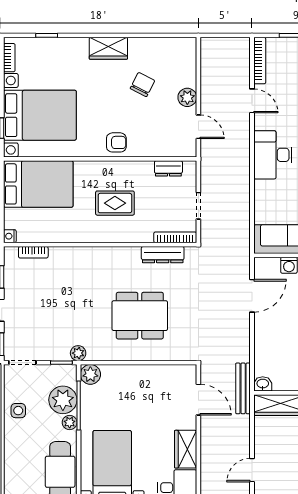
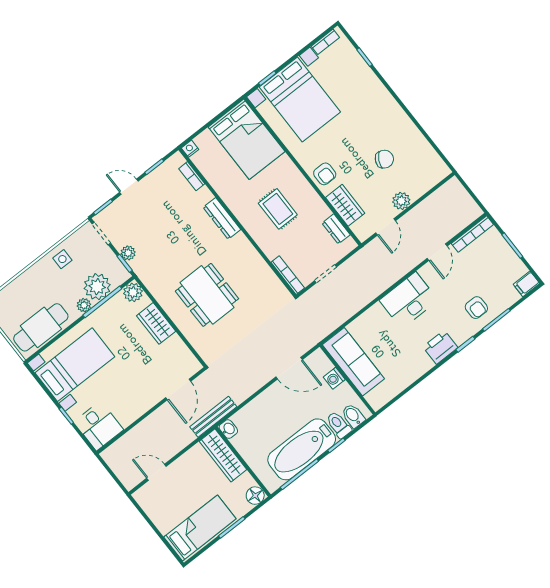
wardrobe: (108, 48) -> (345, 205), moved, turned 180
dresser: (163, 255) -> (222, 218), moved
plant: (78, 353) -> (128, 253), moved
wardrobe: (186, 449) -> (156, 323), moved, turned -90

